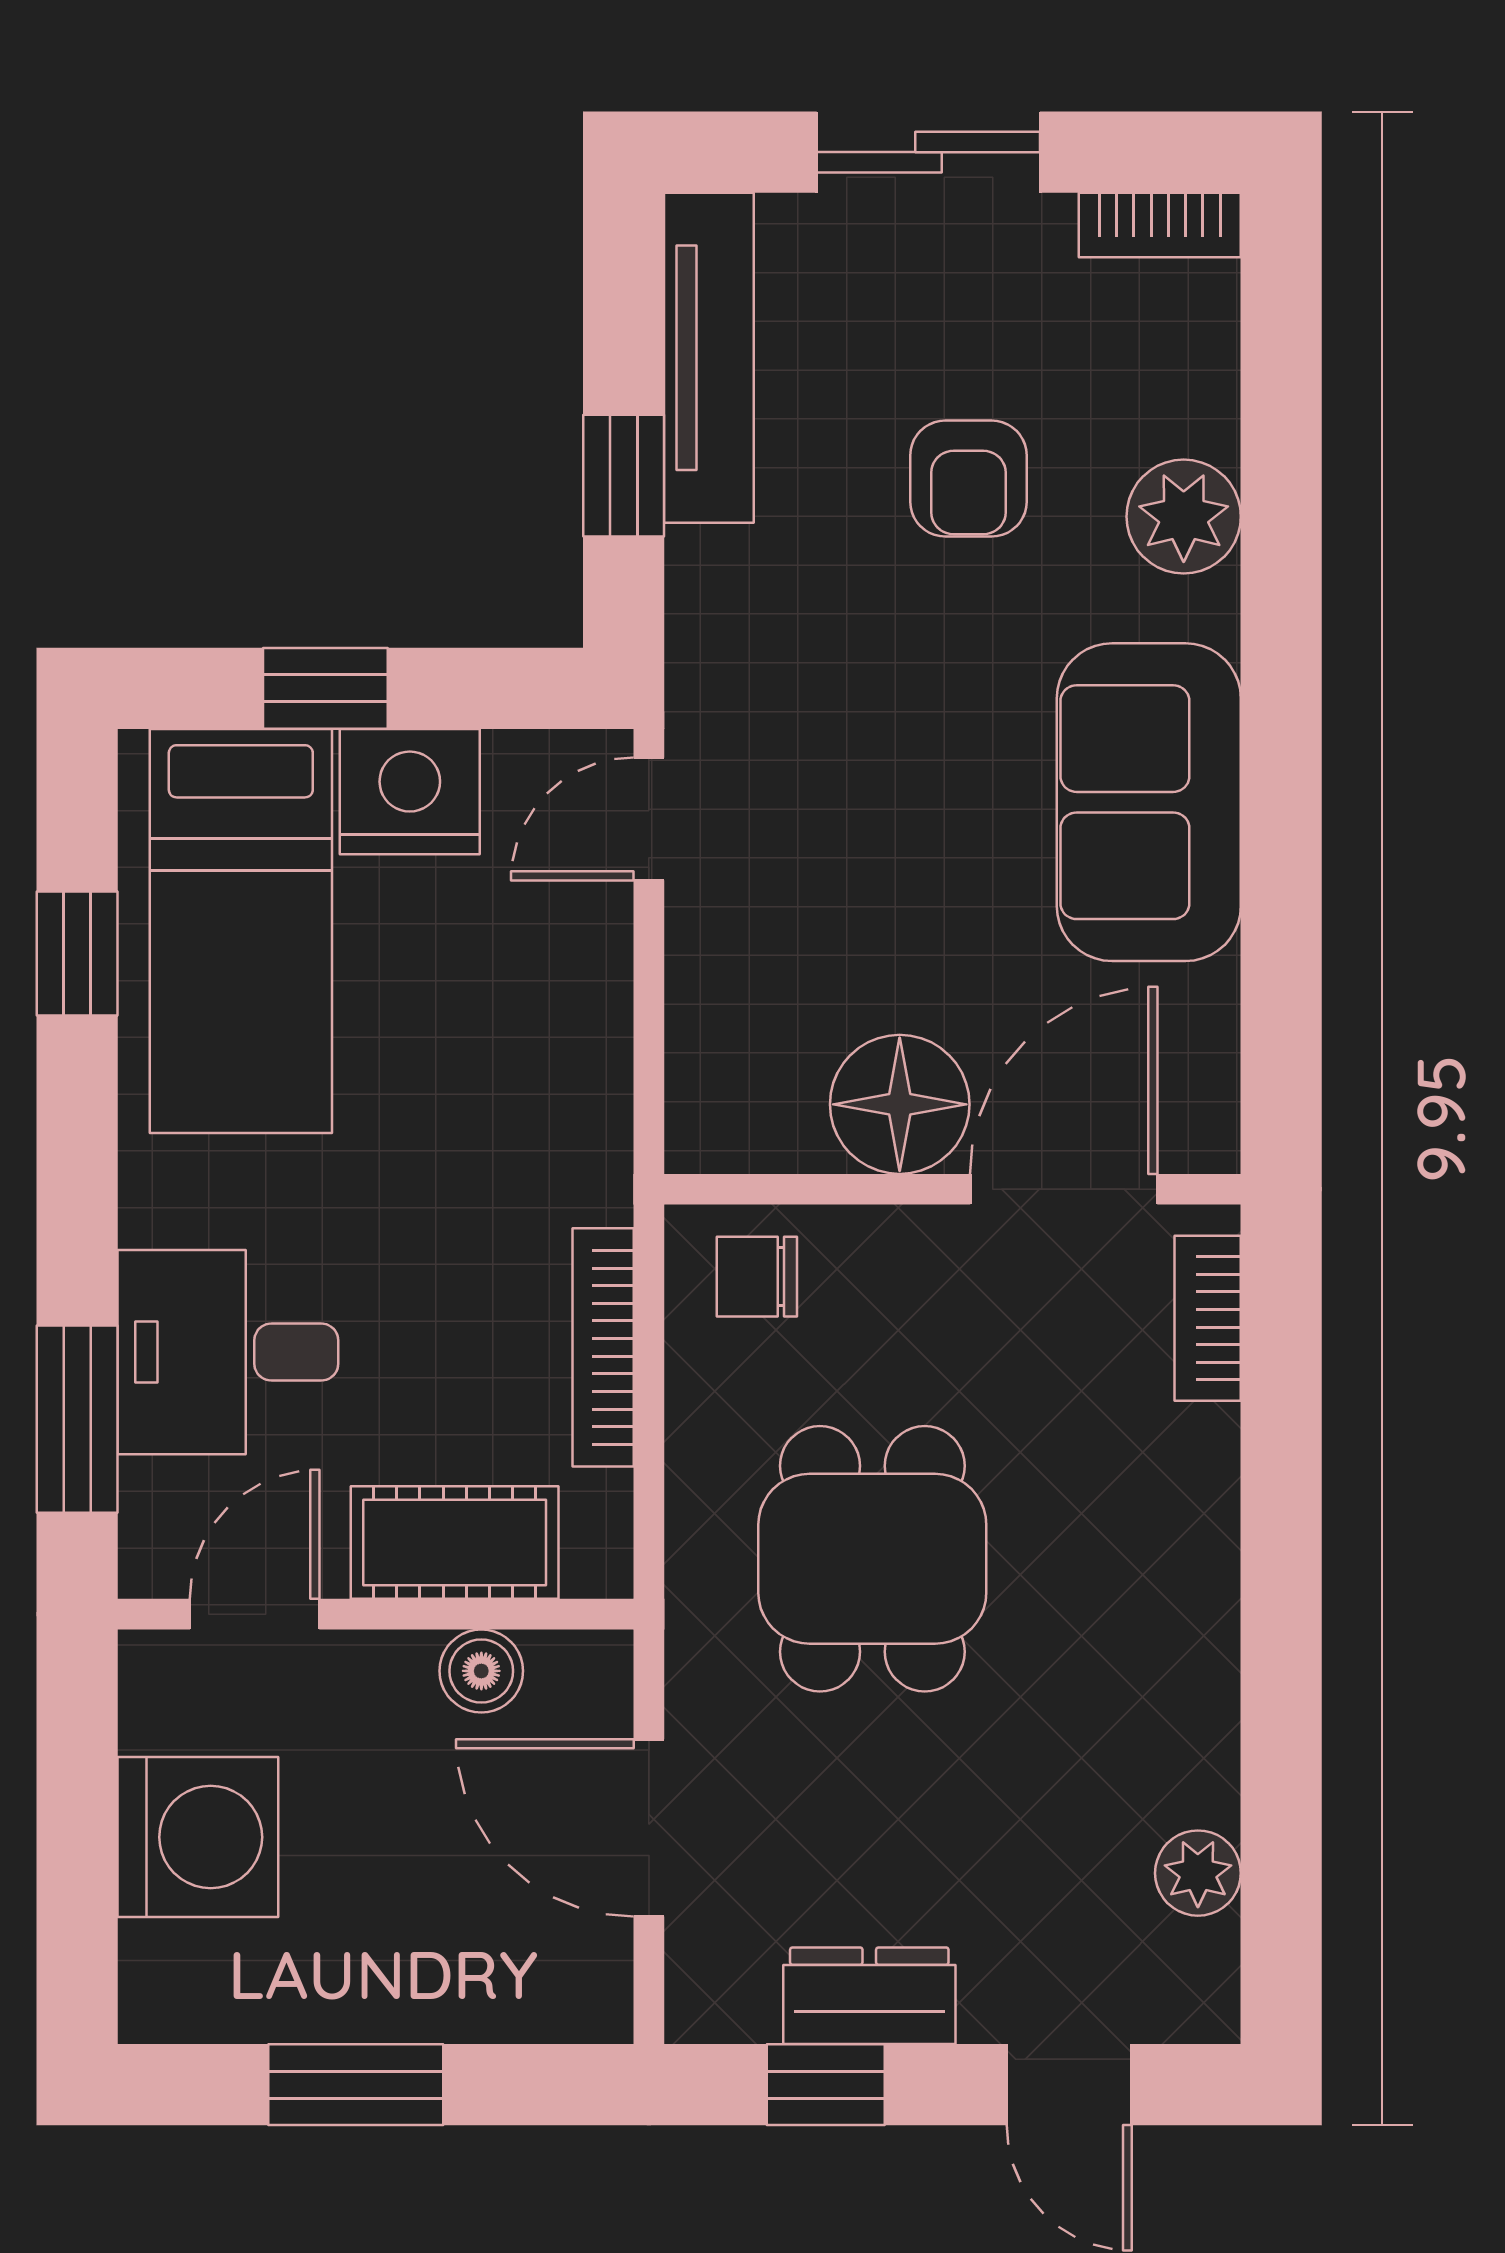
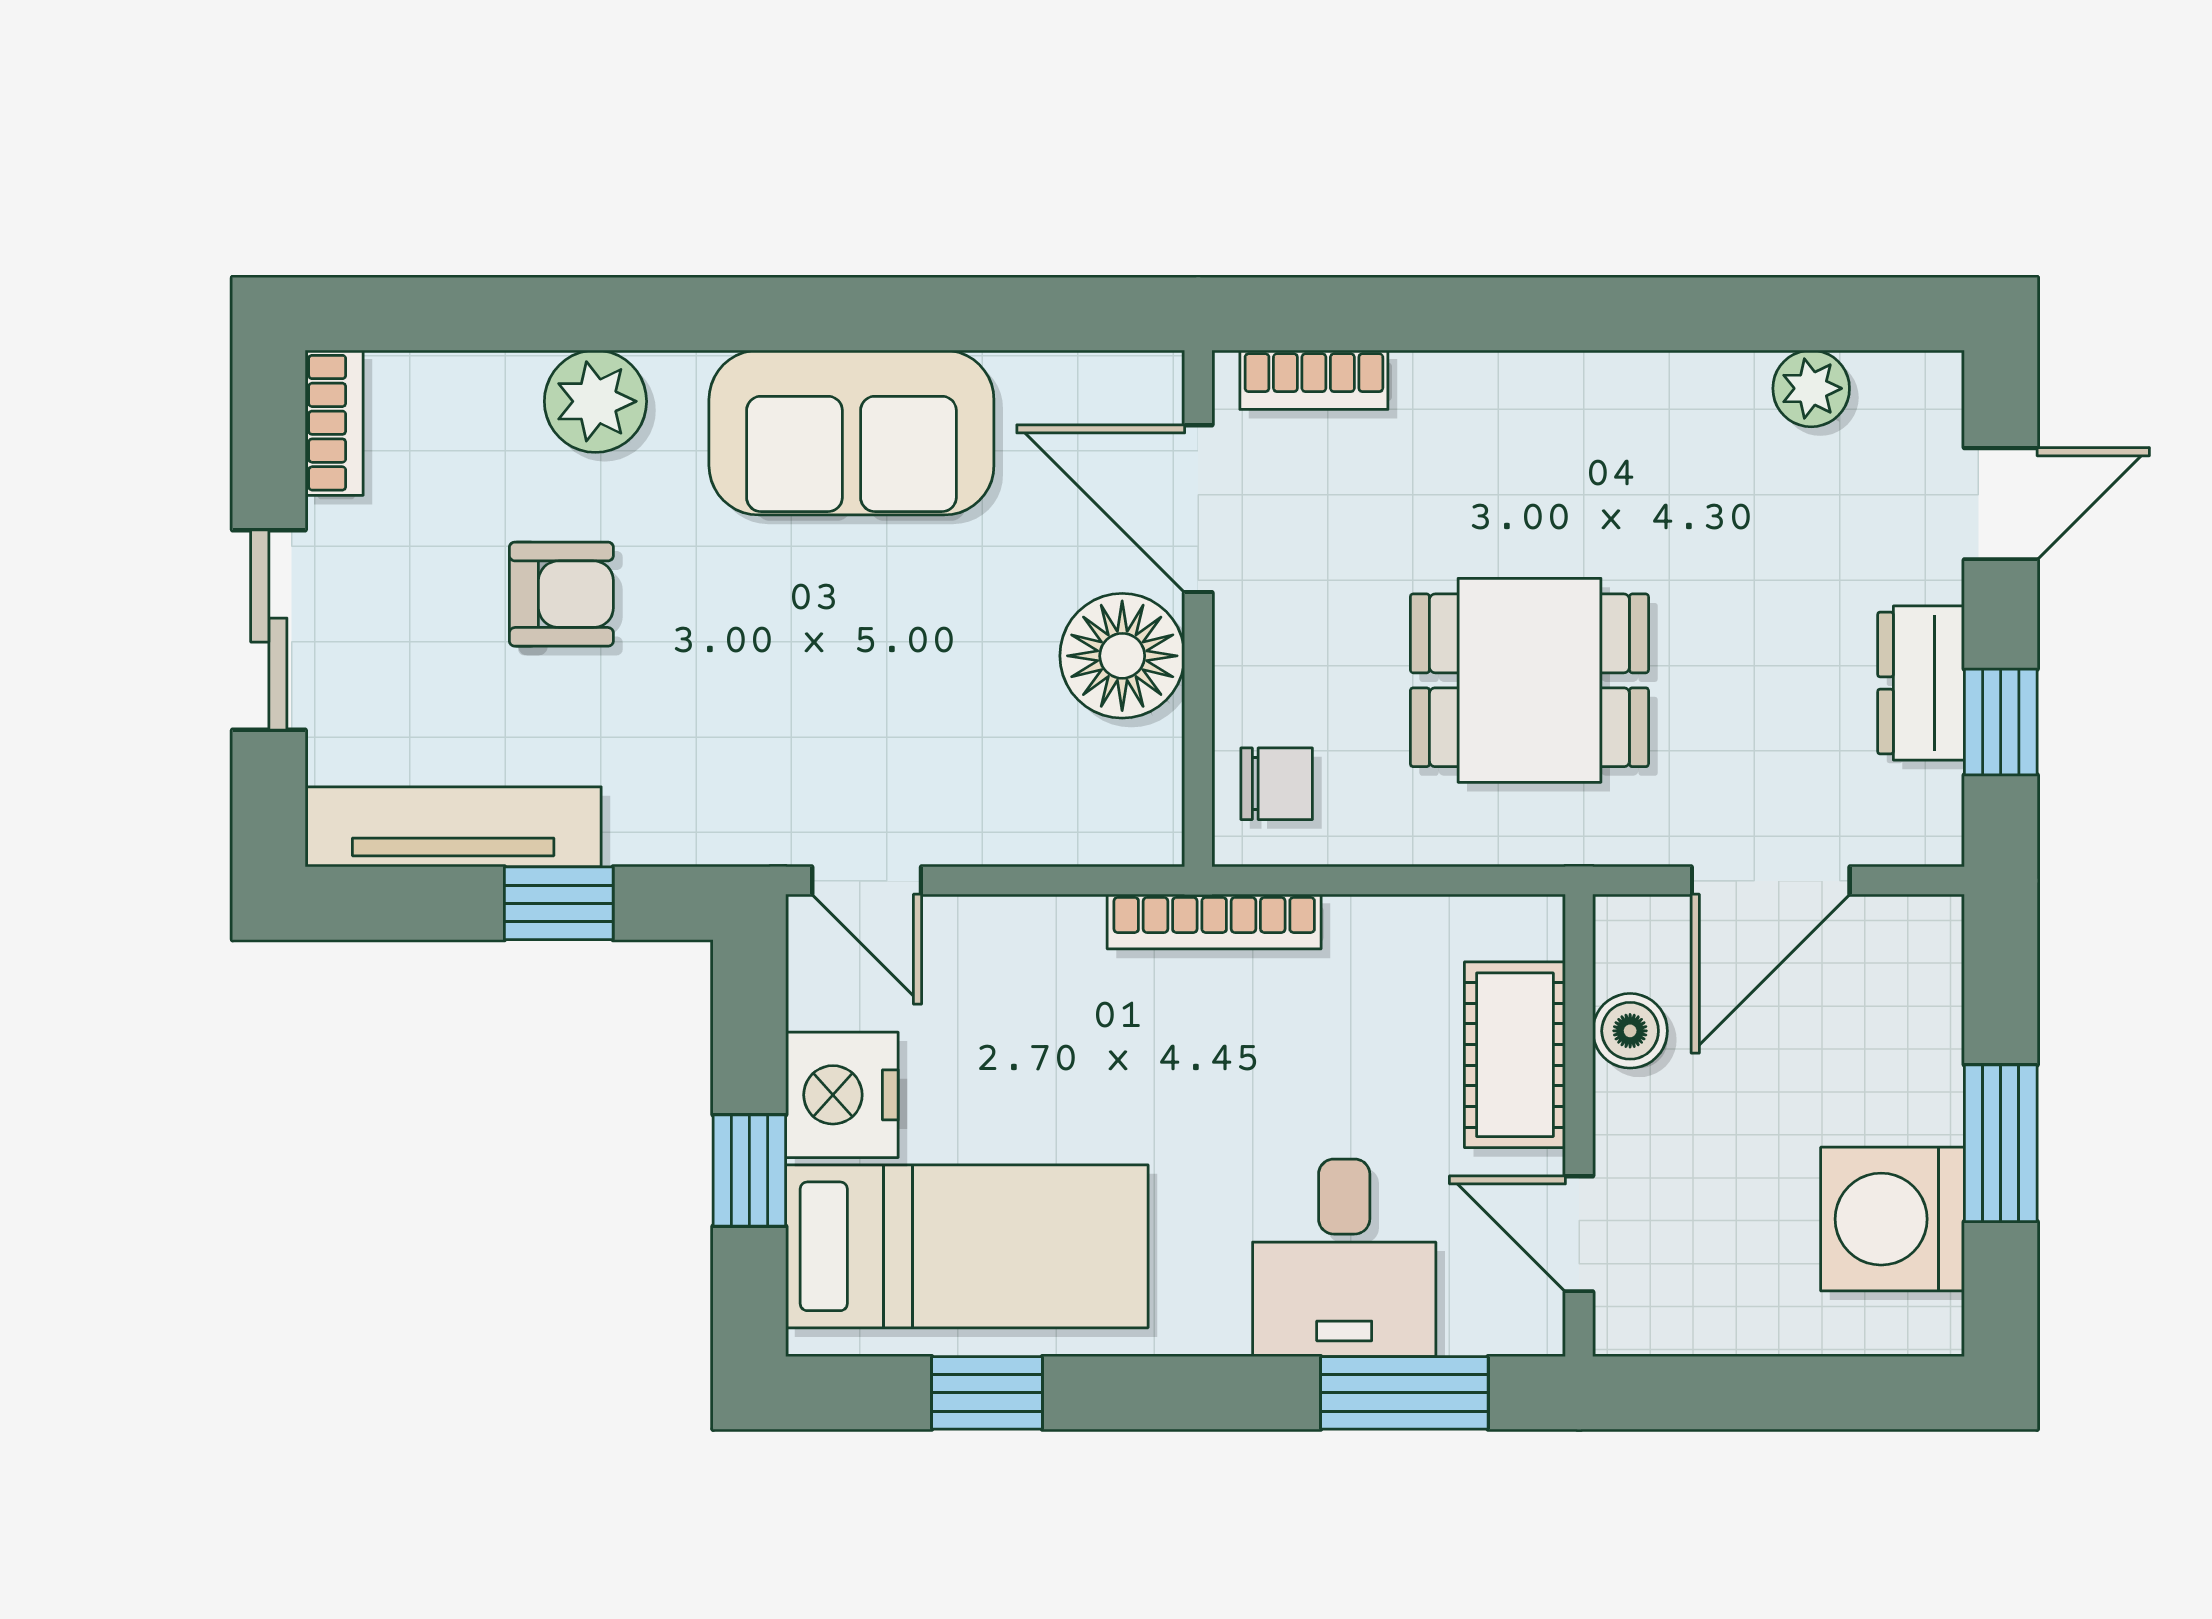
chair: (757, 1277) -> (1277, 784), turned -90
bookcase: (603, 1347) -> (1214, 922), moved
washing machine: (198, 1837) -> (1893, 1219), moved, turned -90

